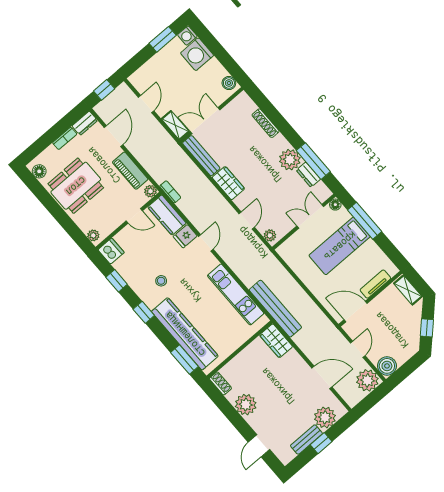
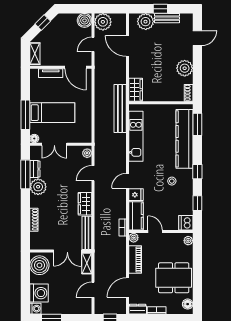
boiler: (229, 83) -> (39, 265), width x1.86, depth x1.86

